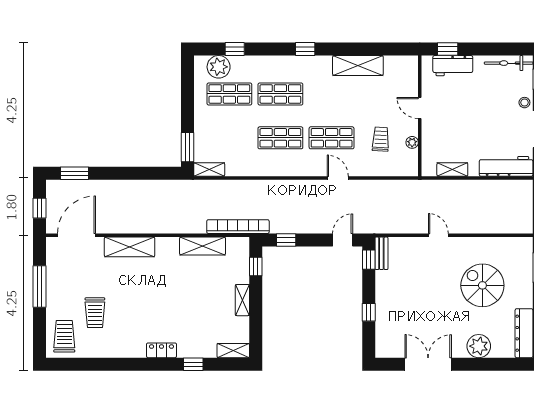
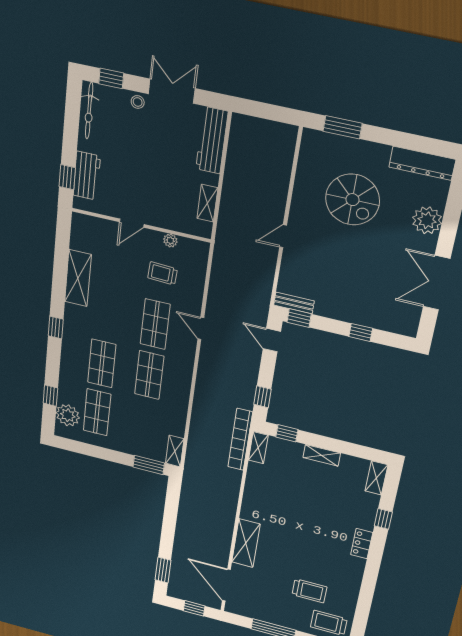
door: (338, 178) -> (201, 328), hinge flipped
shelving: (203, 246) -> (258, 448), moved, width x0.67, depth x0.75
spiral stairs: (482, 285) -> (353, 200), turned -90

